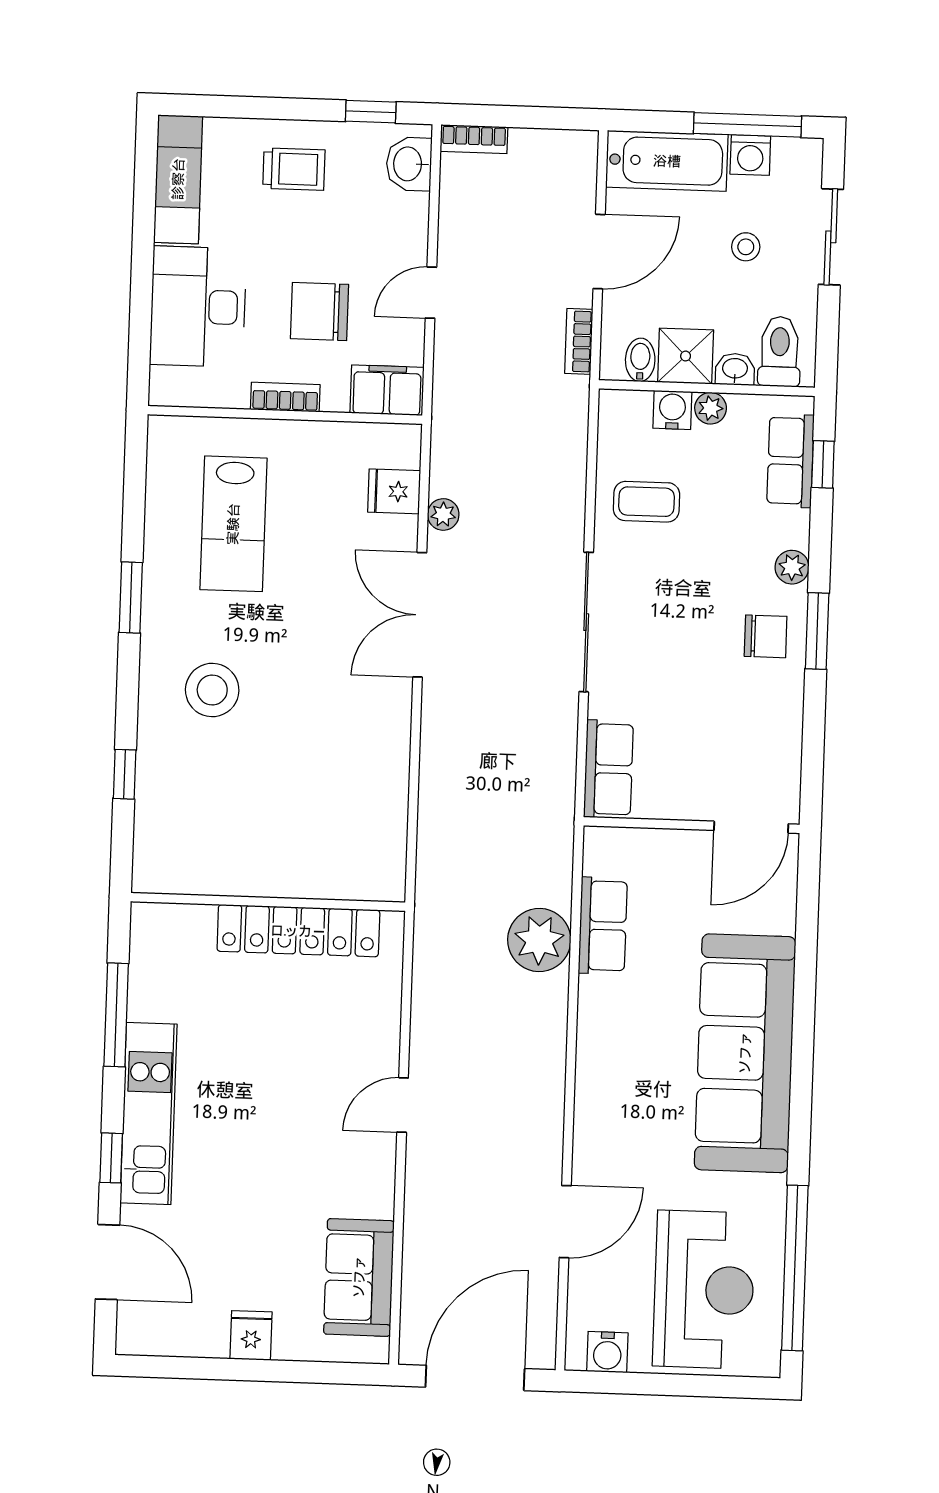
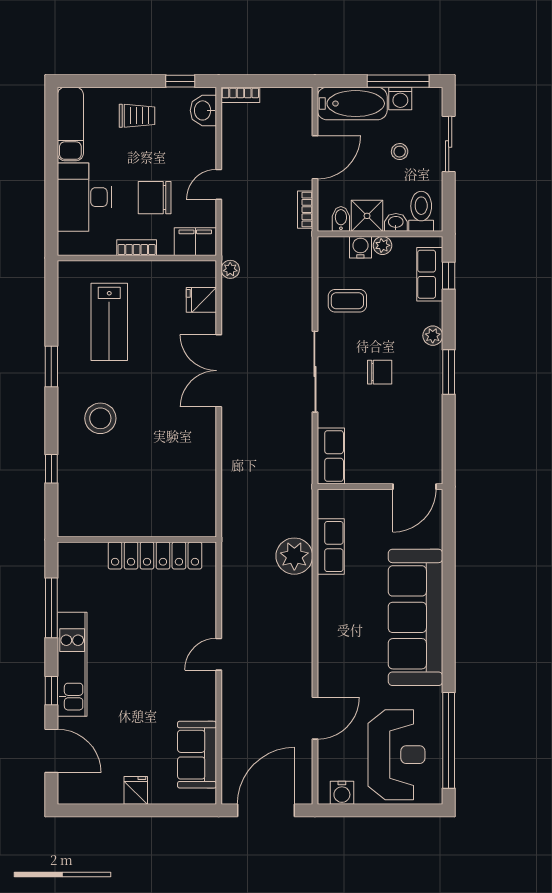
plant: (443, 514) -> (230, 269), moved
chair: (766, 636) -> (380, 372), moved

